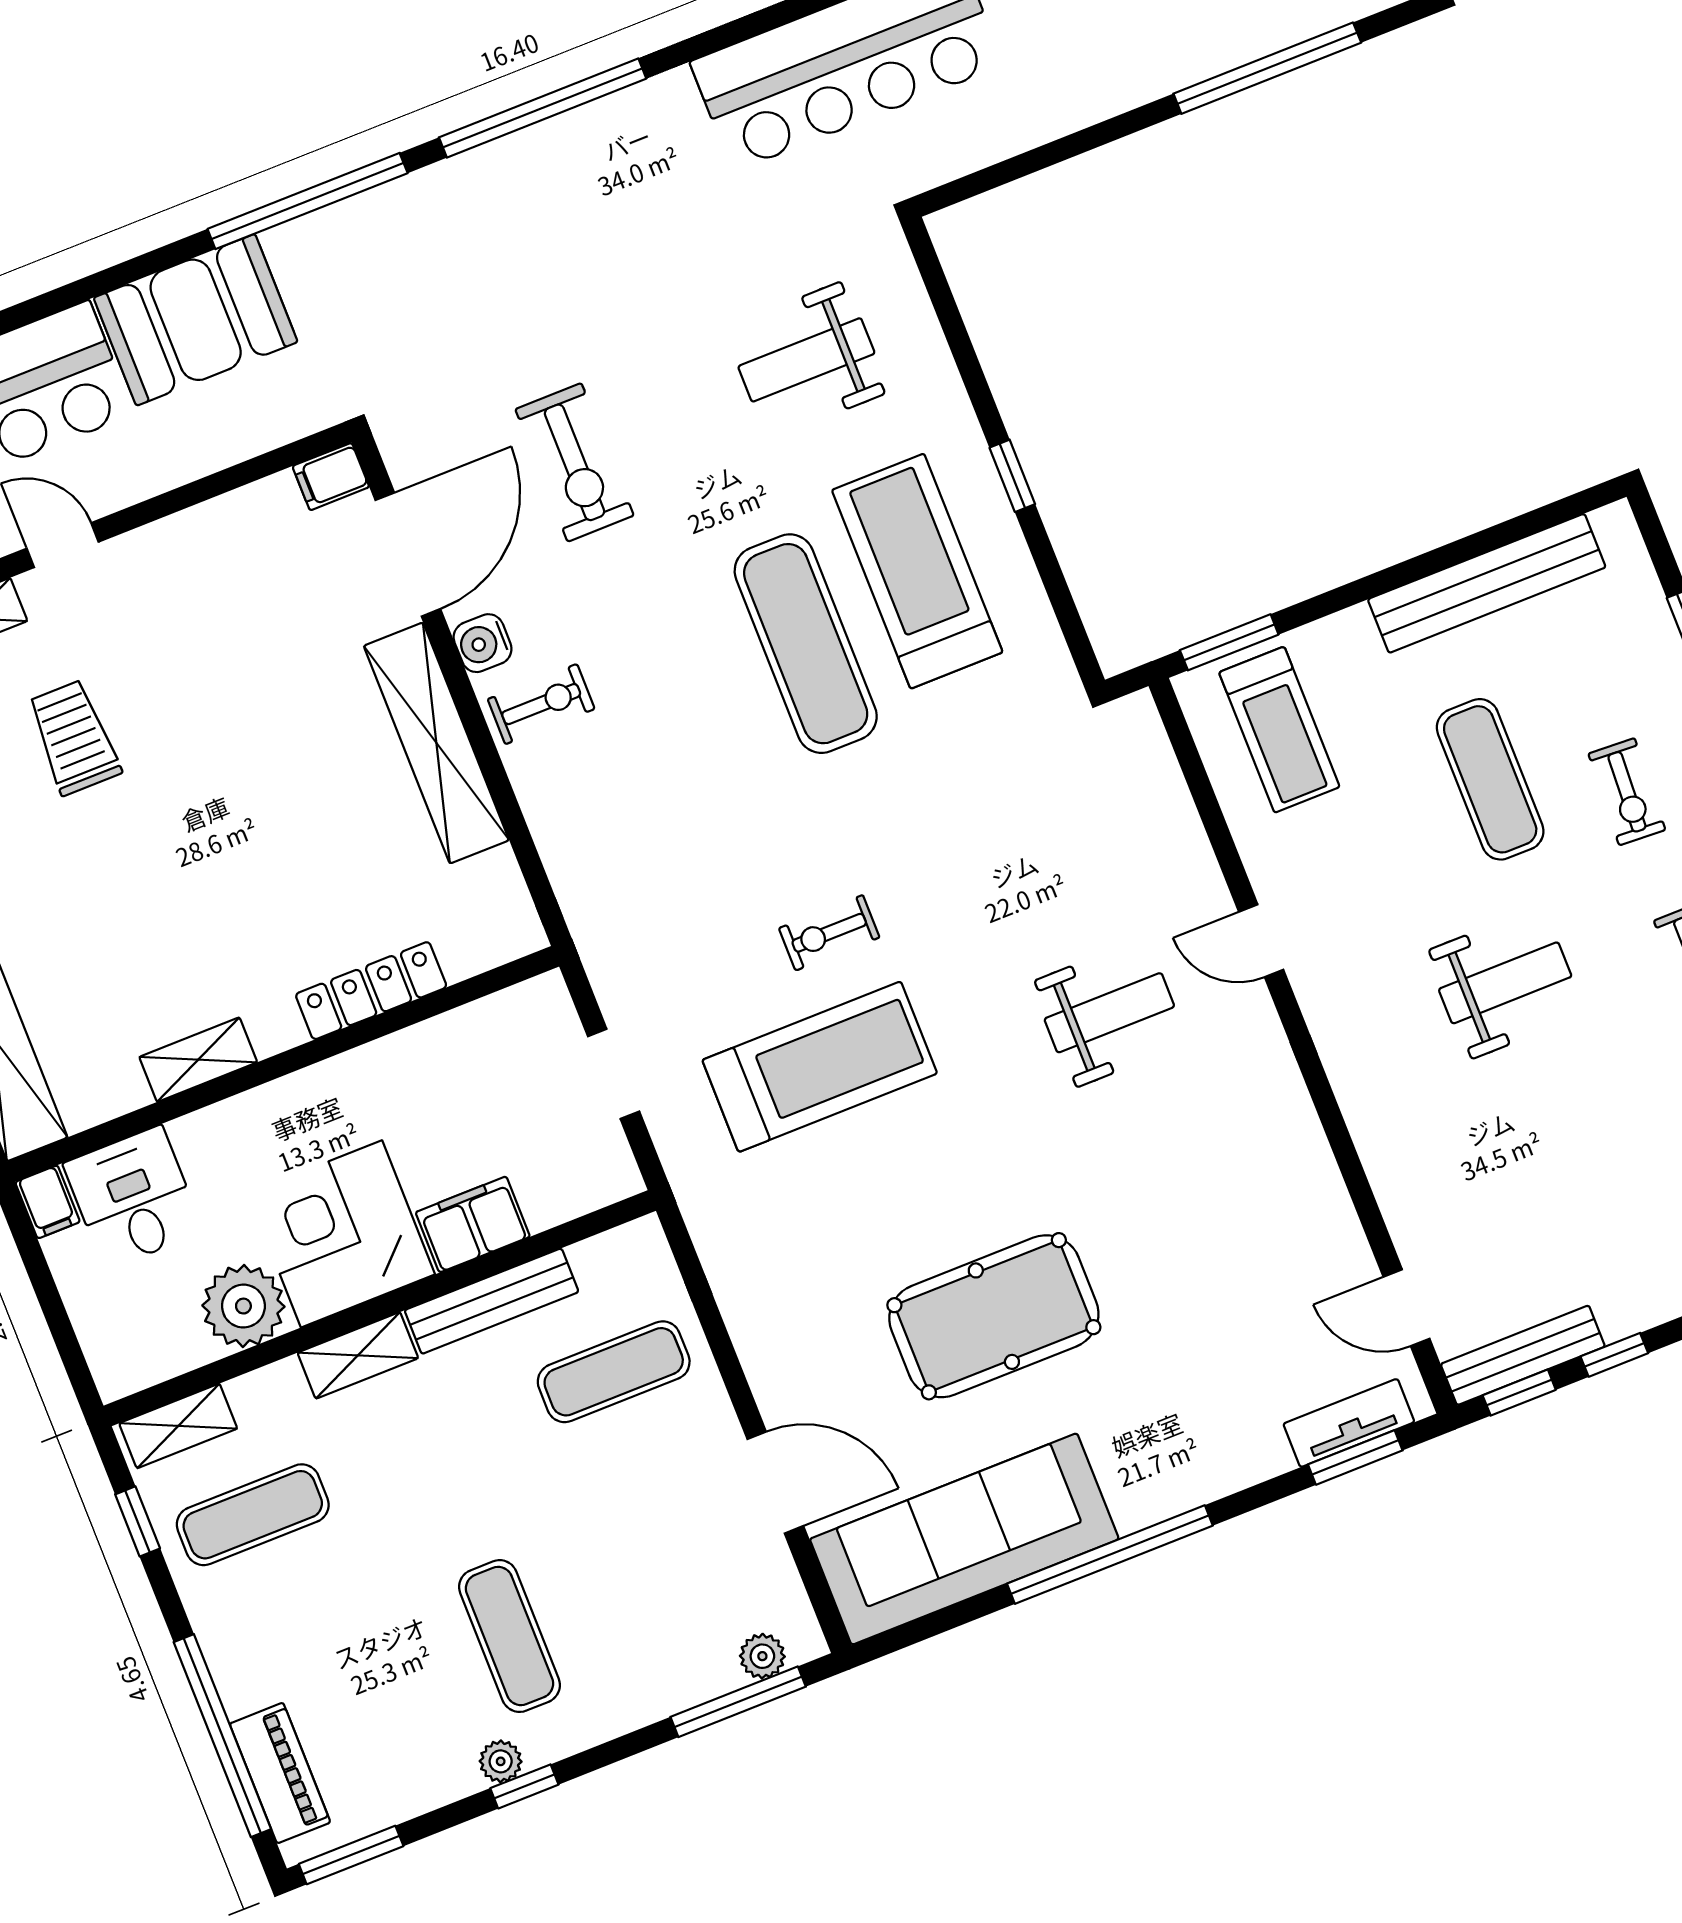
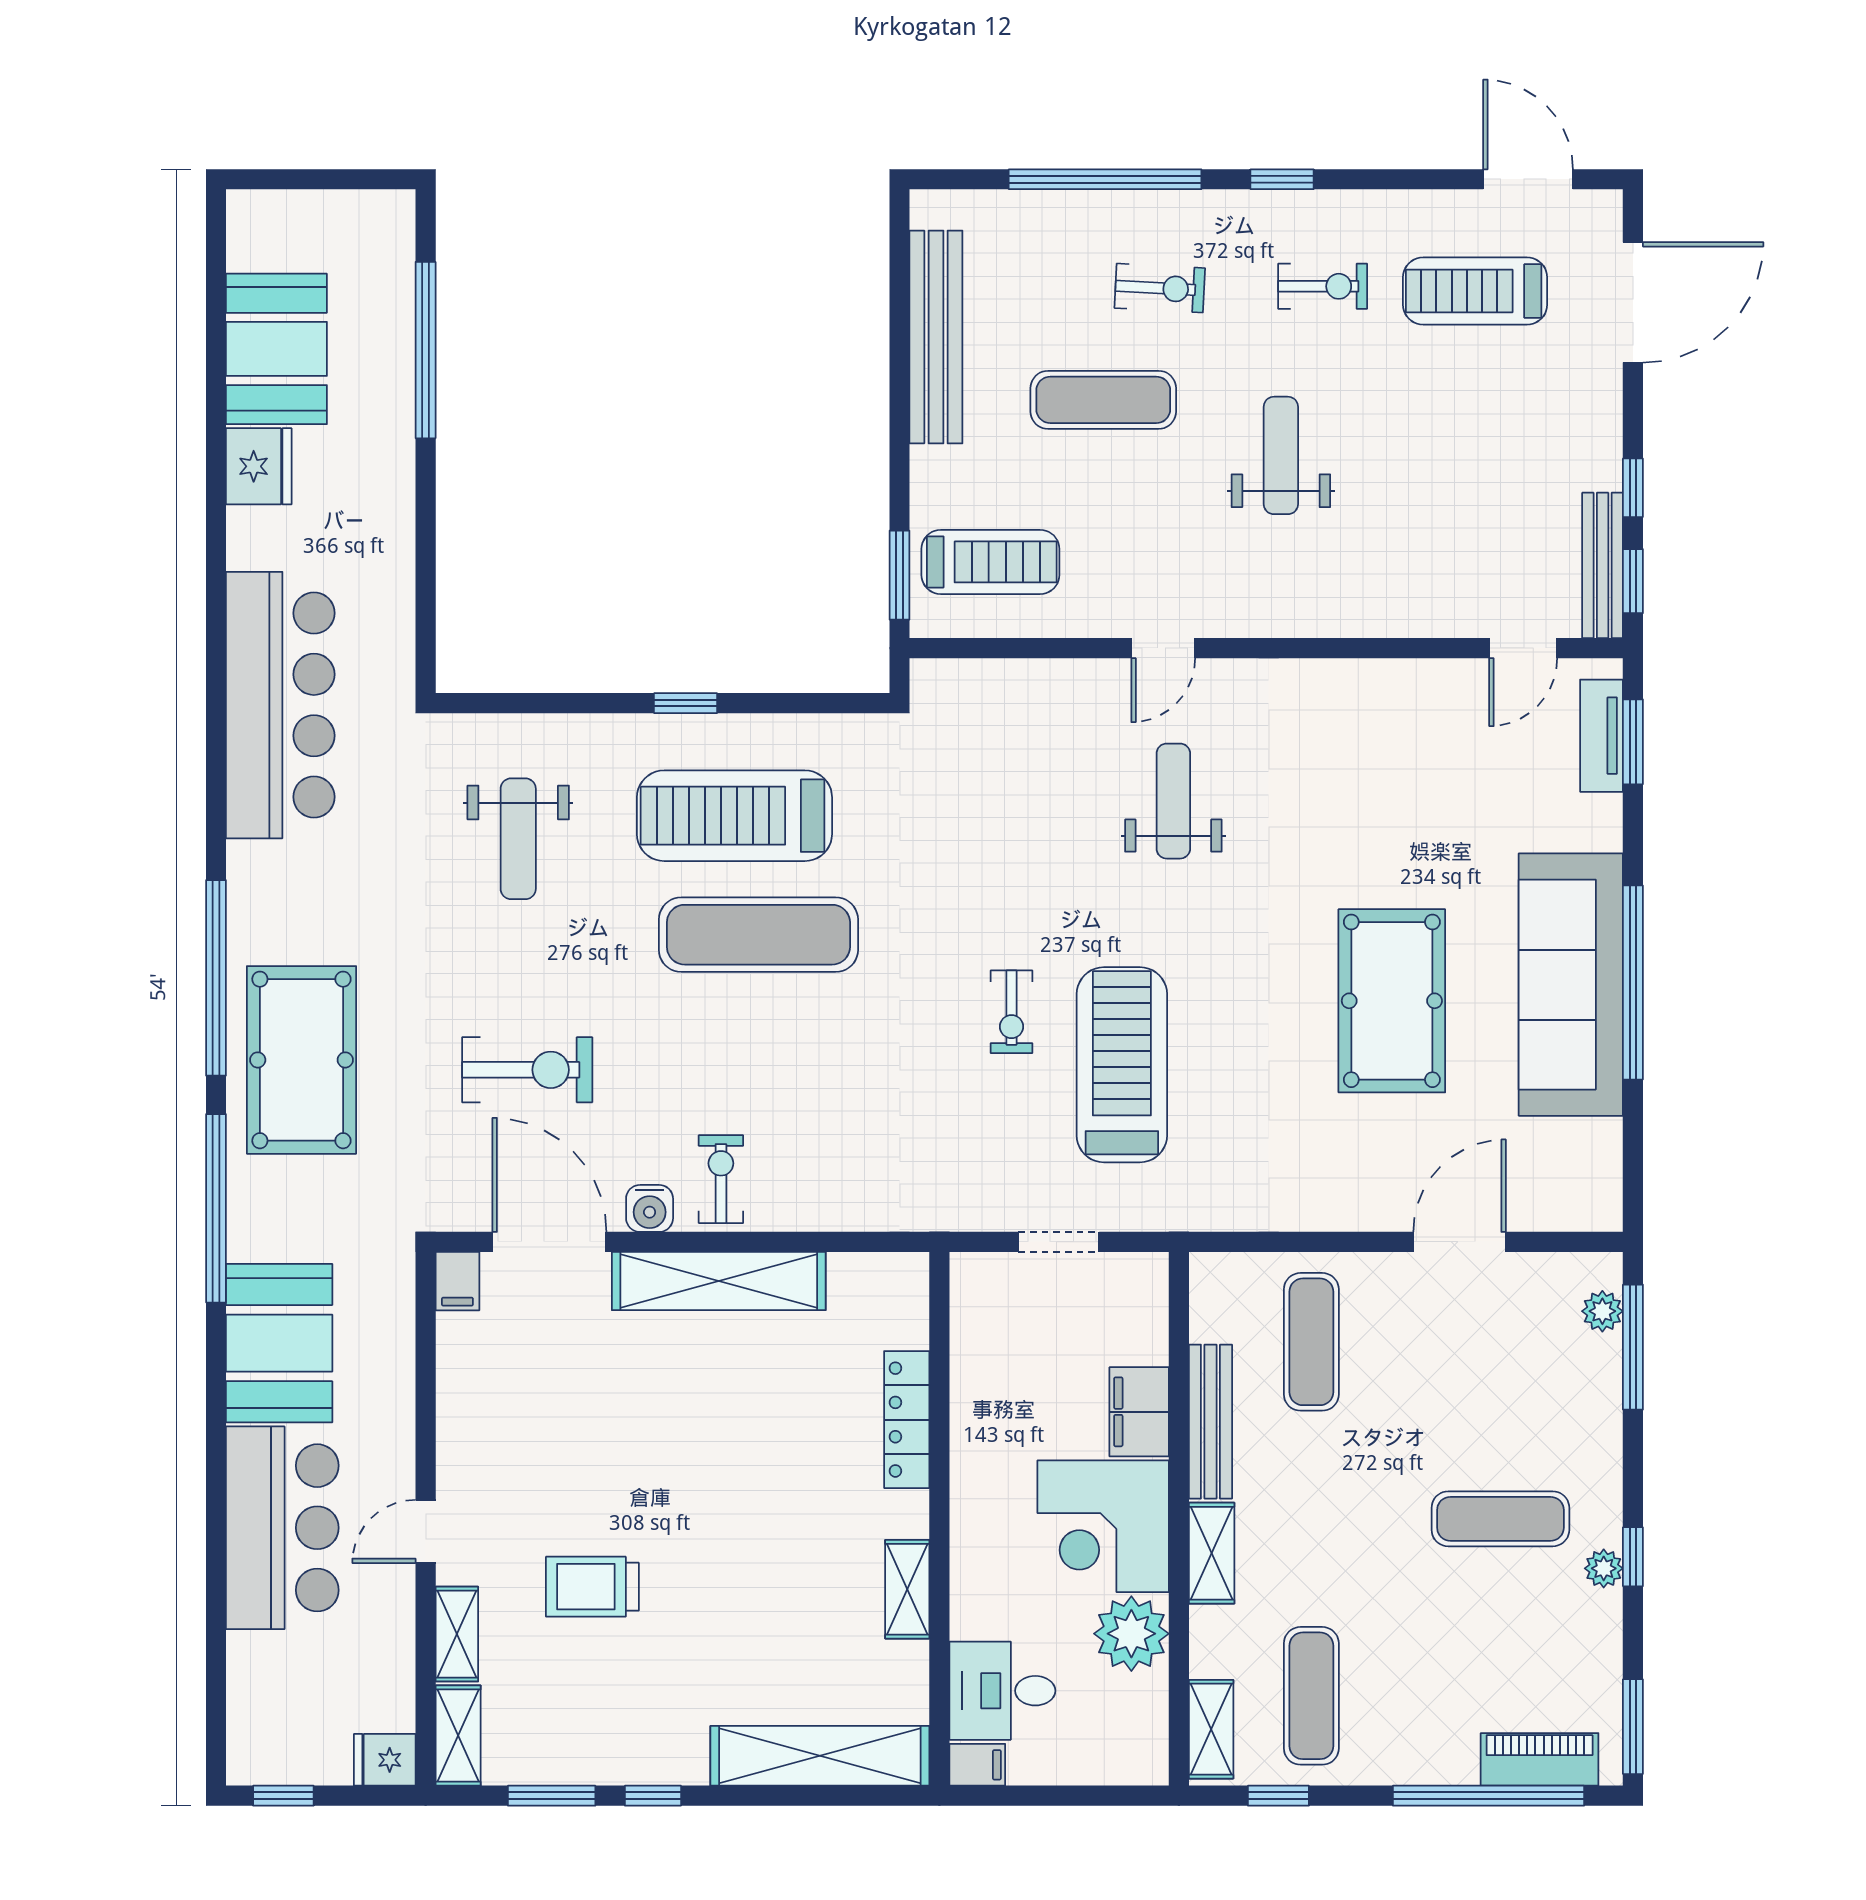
pool table: (493, 228) -> (301, 1060), added
sofa: (964, 1539) -> (1571, 985), moved

